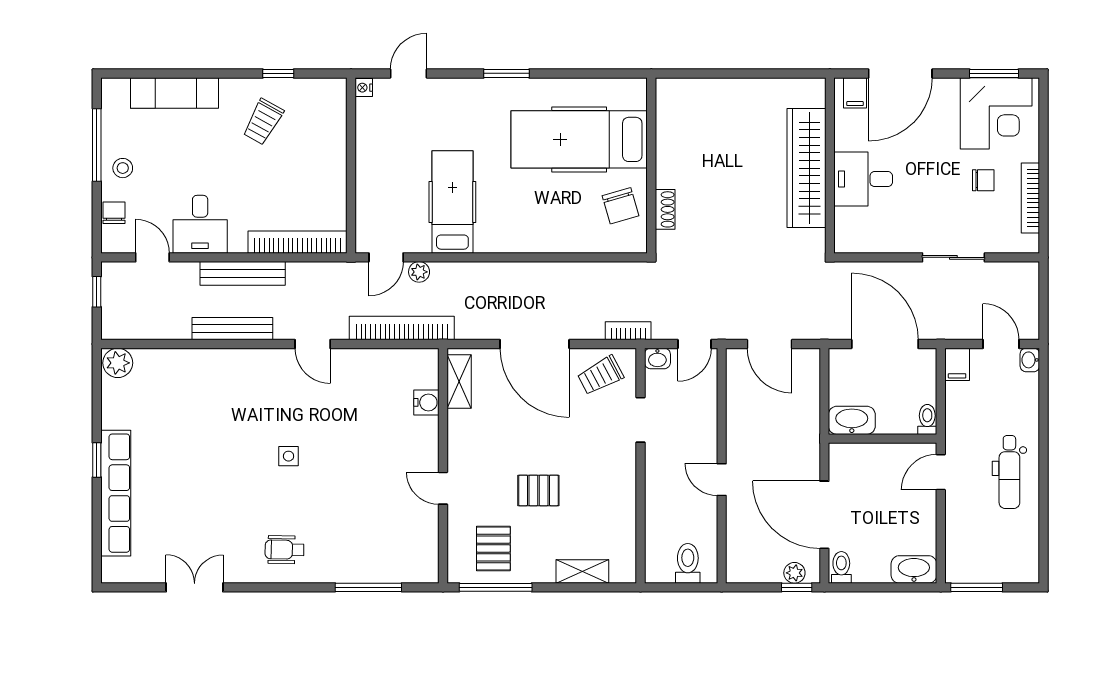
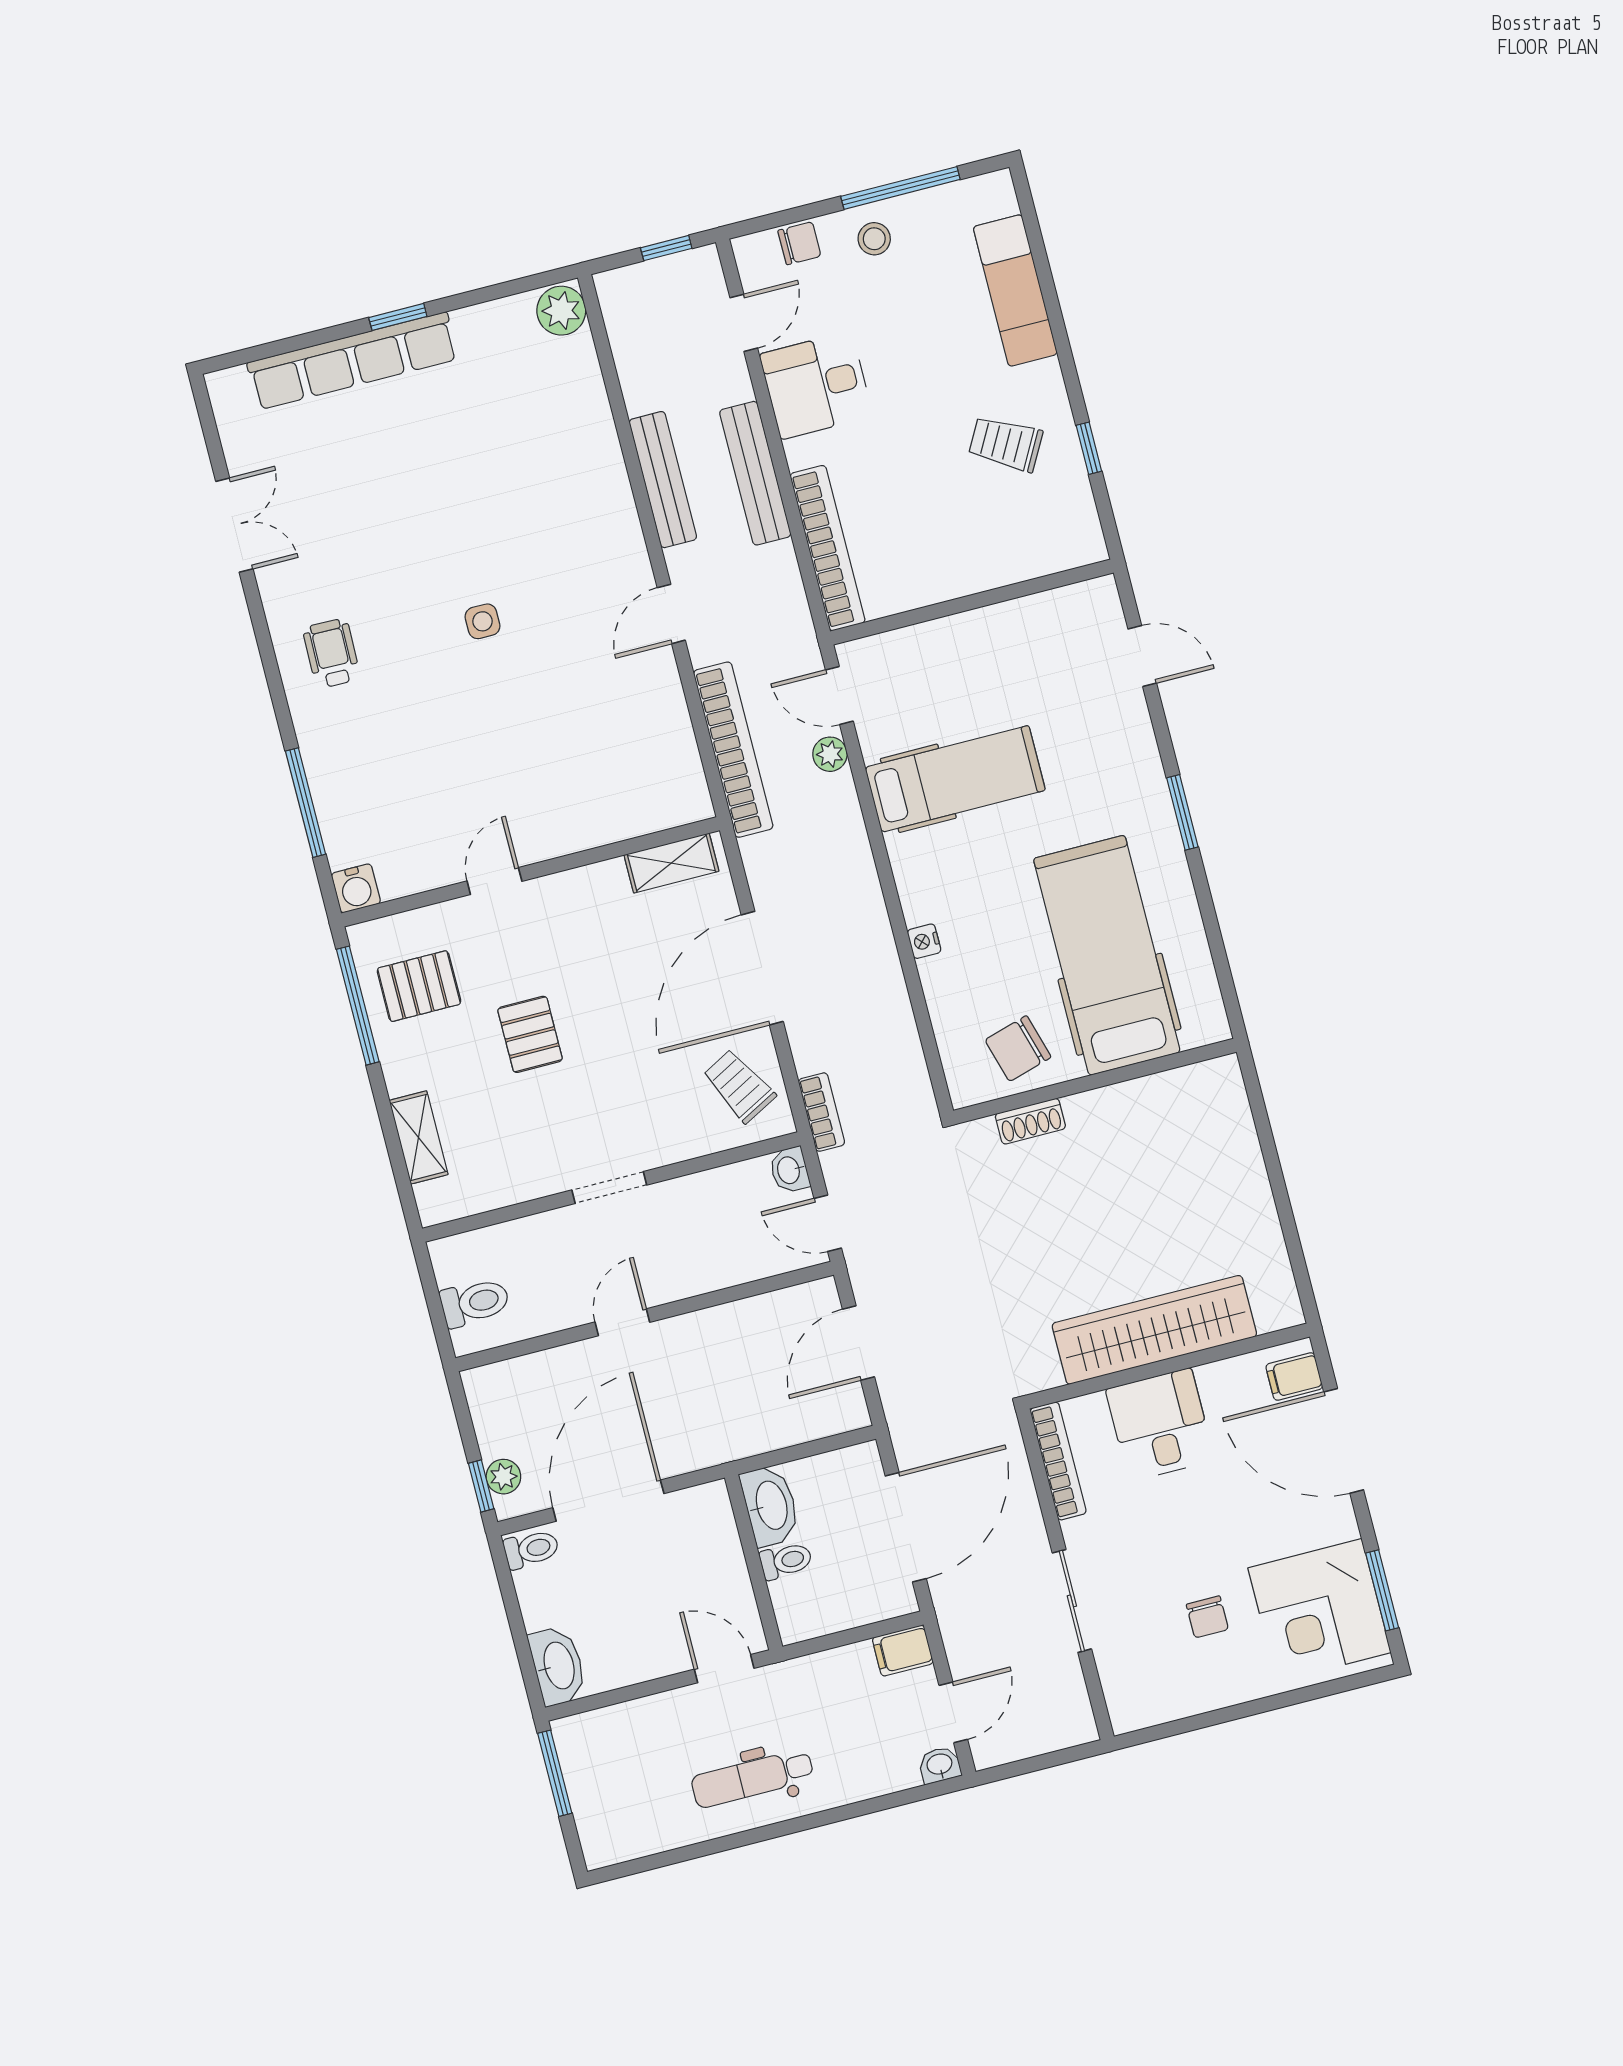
nightstand: (364, 88) -> (924, 941), moved, turned -90
bookcase: (1030, 198) -> (1058, 1461), moved, turned 90
water cooler: (426, 402) -> (356, 888), moved
toilet: (927, 419) -> (786, 1561), moved
doorway: (640, 420) -> (609, 1187), moved

